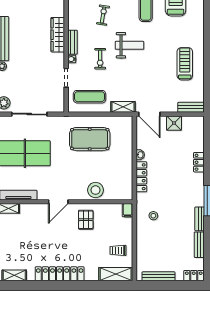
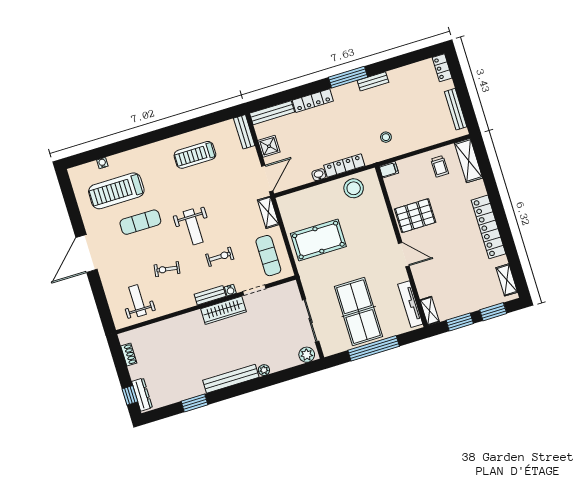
wardrobe: (58, 35) -> (223, 310), moved
weight bench: (129, 45) -> (193, 227), turned 180
pool table: (90, 139) -> (318, 240), turned 90
locker: (199, 162) -> (313, 101), width x1.53
stool: (96, 190) -> (354, 188), moved
pallet: (86, 220) -> (415, 216), width x1.50, depth x1.42
bench: (199, 245) -> (272, 113), moved, width x1.36

